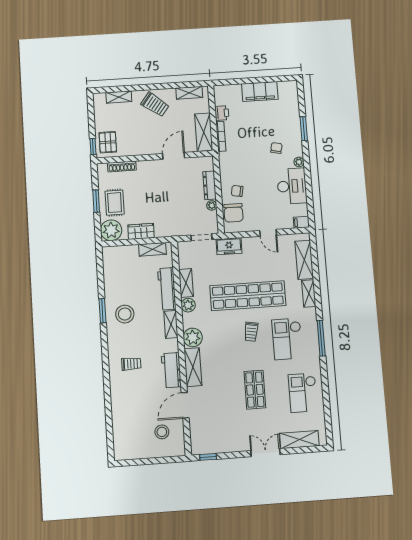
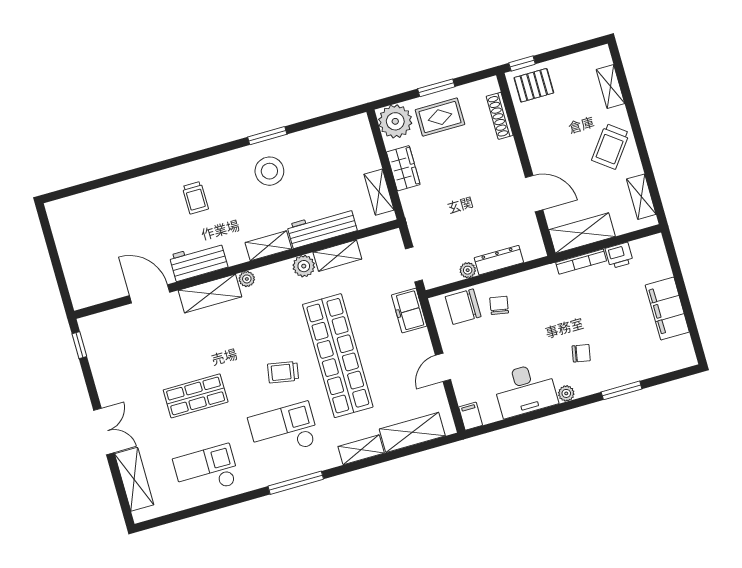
plant: (193, 337) -> (247, 279), width x0.53, depth x0.53
stool: (162, 432) -> (102, 267), removed

